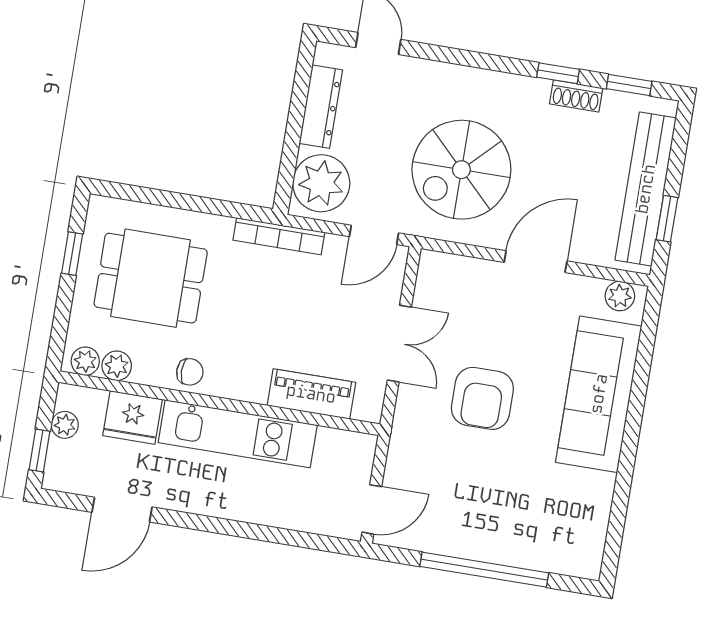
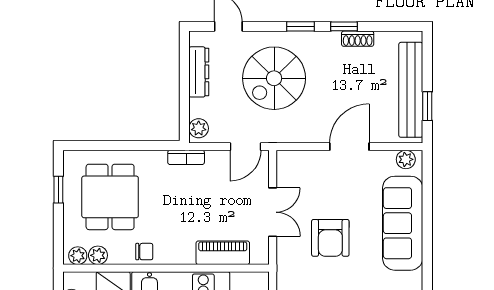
window: (629, 85) -> (300, 26), moved
spiral stairs: (461, 170) -> (274, 78), moved
plant: (321, 183) -> (199, 128), width x0.53, depth x0.53
bookcase: (279, 236) -> (186, 157), width x0.64
dining table: (151, 278) -> (110, 197), turned 90

